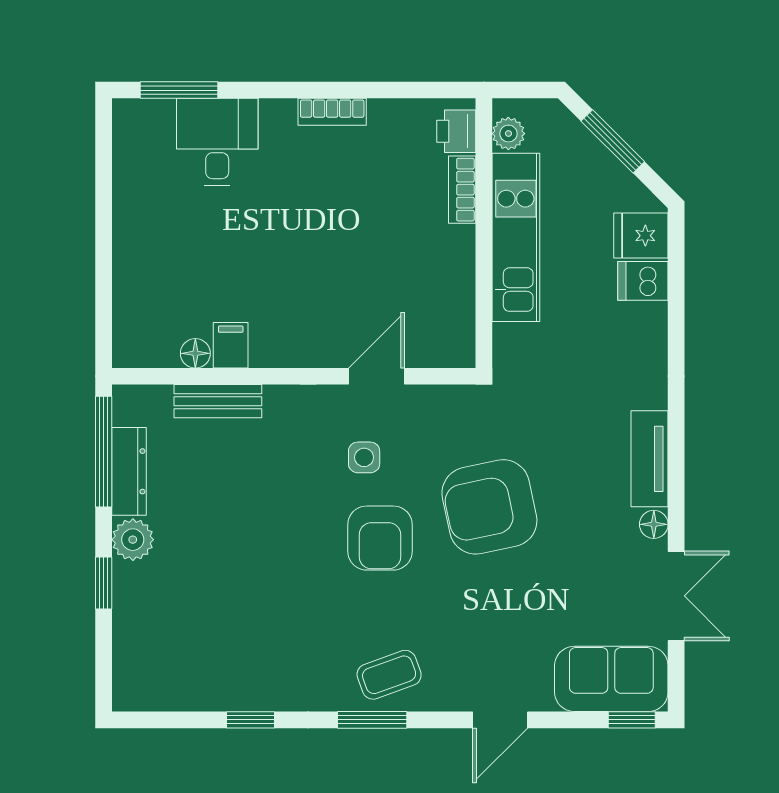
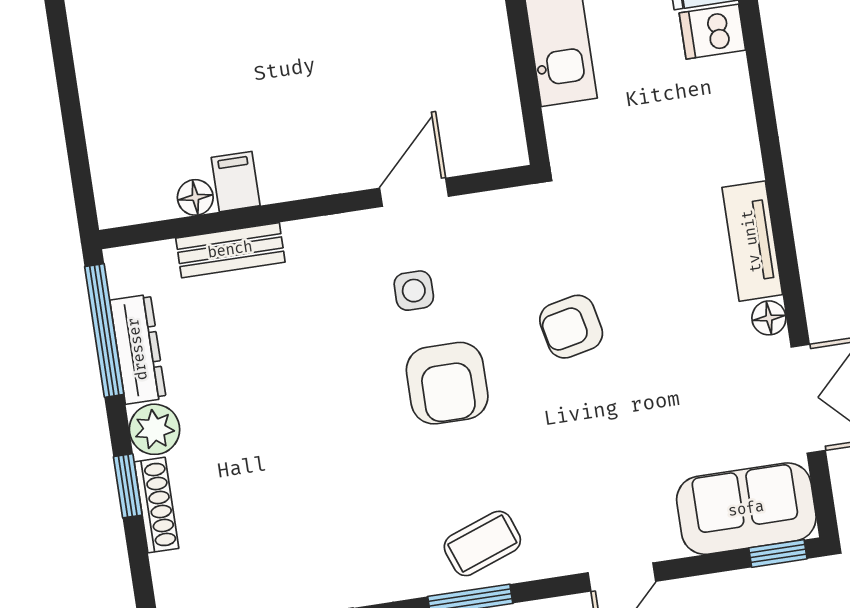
armchair: (489, 507) -> (571, 327), width x0.53, depth x0.53
shoe rack: (125, 602) -> (156, 505), added

